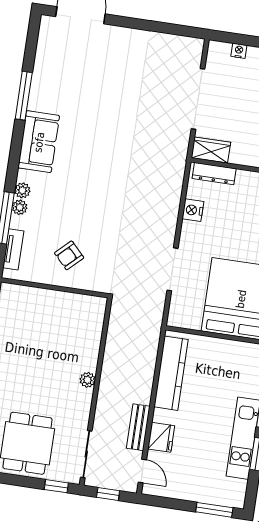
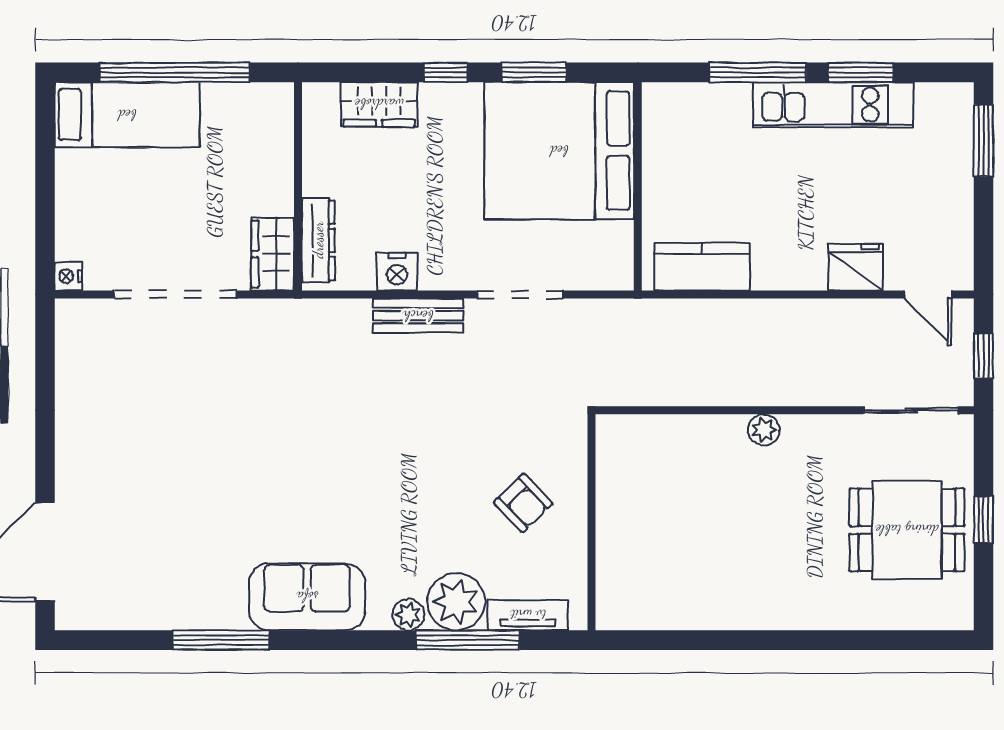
nightstand: (239, 51) -> (68, 276), moved
plant: (20, 207) -> (456, 602), width x1.88, depth x1.88
kitchen counter: (171, 373) -> (702, 267), width x0.67
bench: (138, 427) -> (418, 316), moved
door: (142, 471) -> (928, 294), swing flipped
window: (56, 486) -> (983, 519), moved

